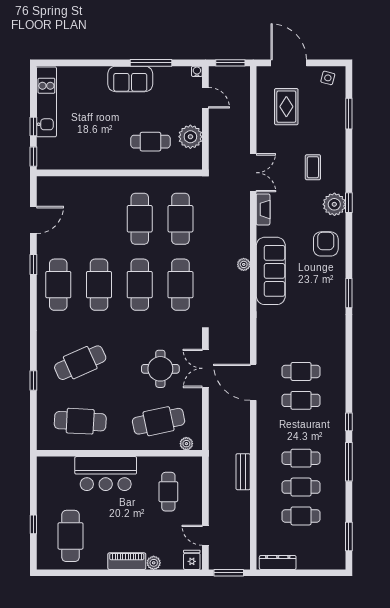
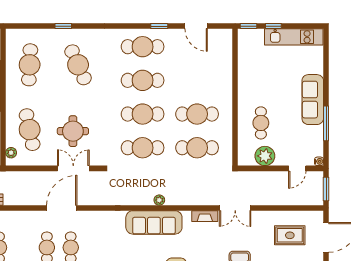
sofa: (130, 79) -> (313, 100), width x1.36

